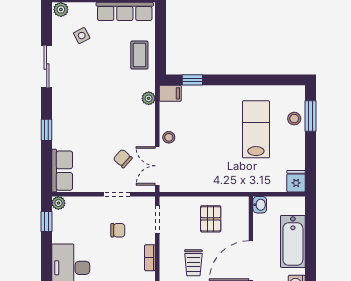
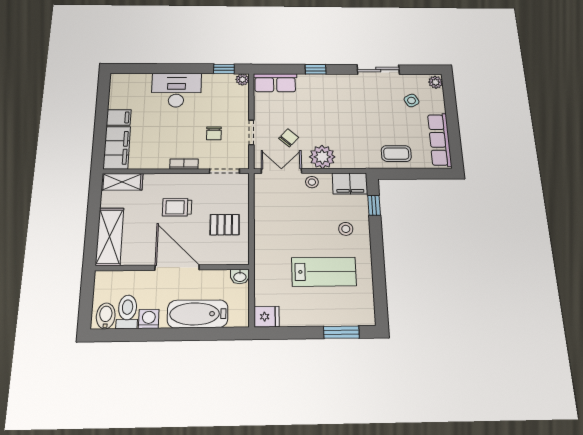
filing cabinet: (170, 93) -> (350, 183), width x2.00
plant: (149, 98) -> (322, 157), moved, width x1.88, depth x1.88
stool: (294, 119) -> (346, 229), moved

